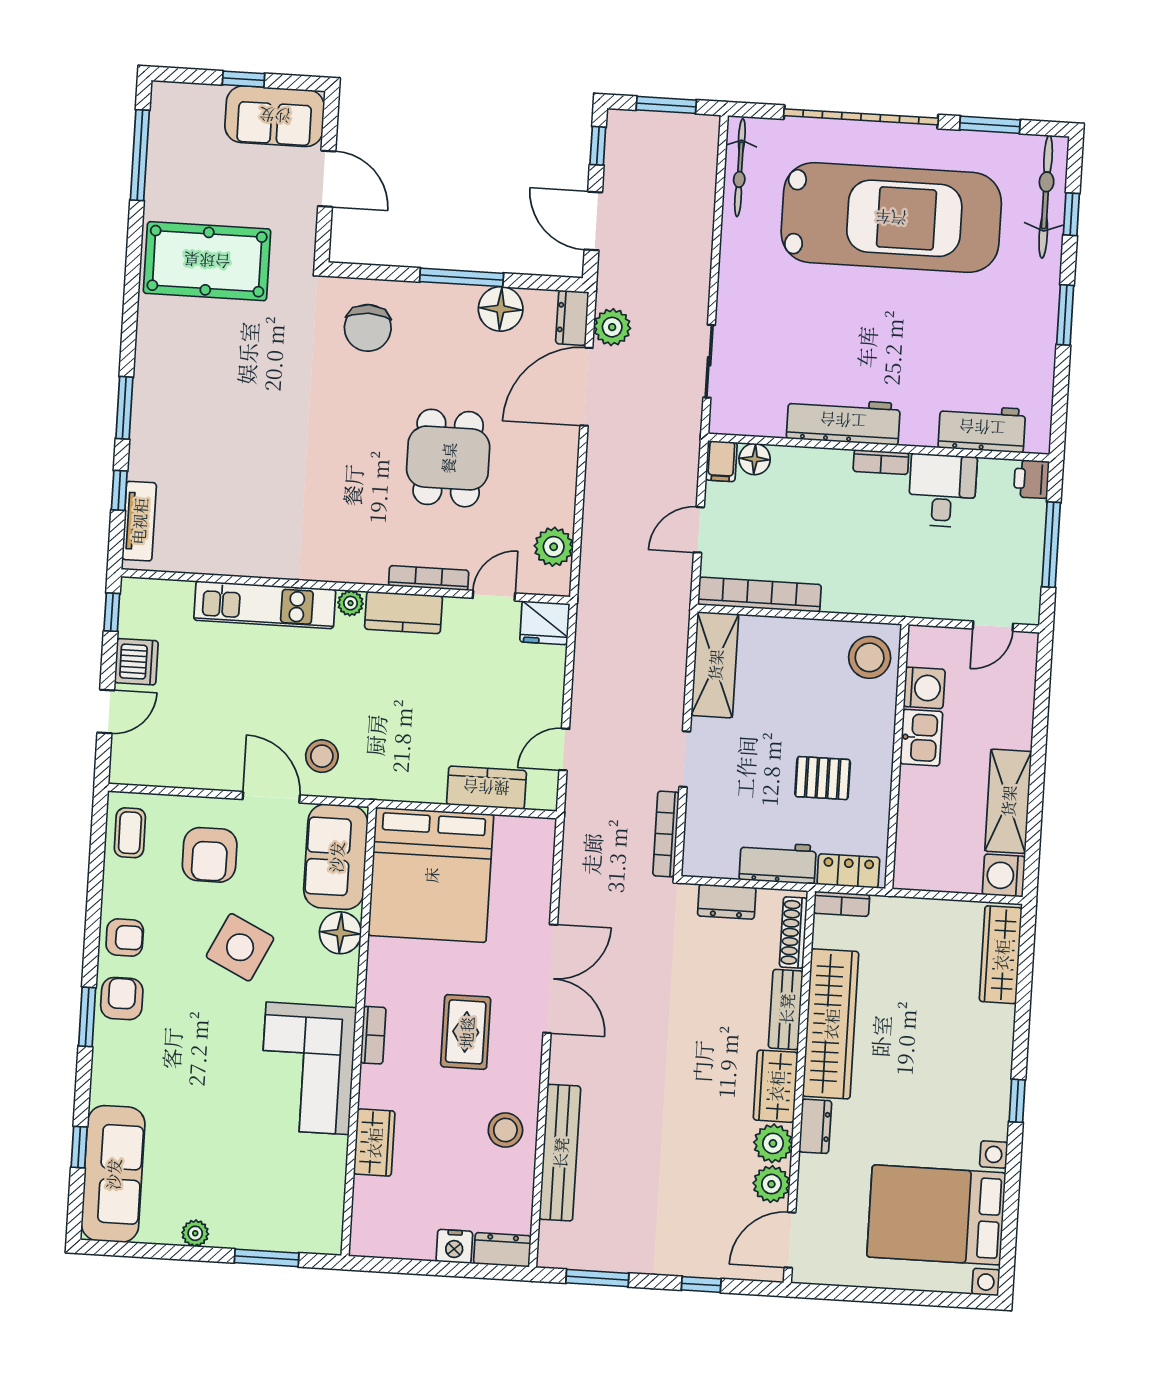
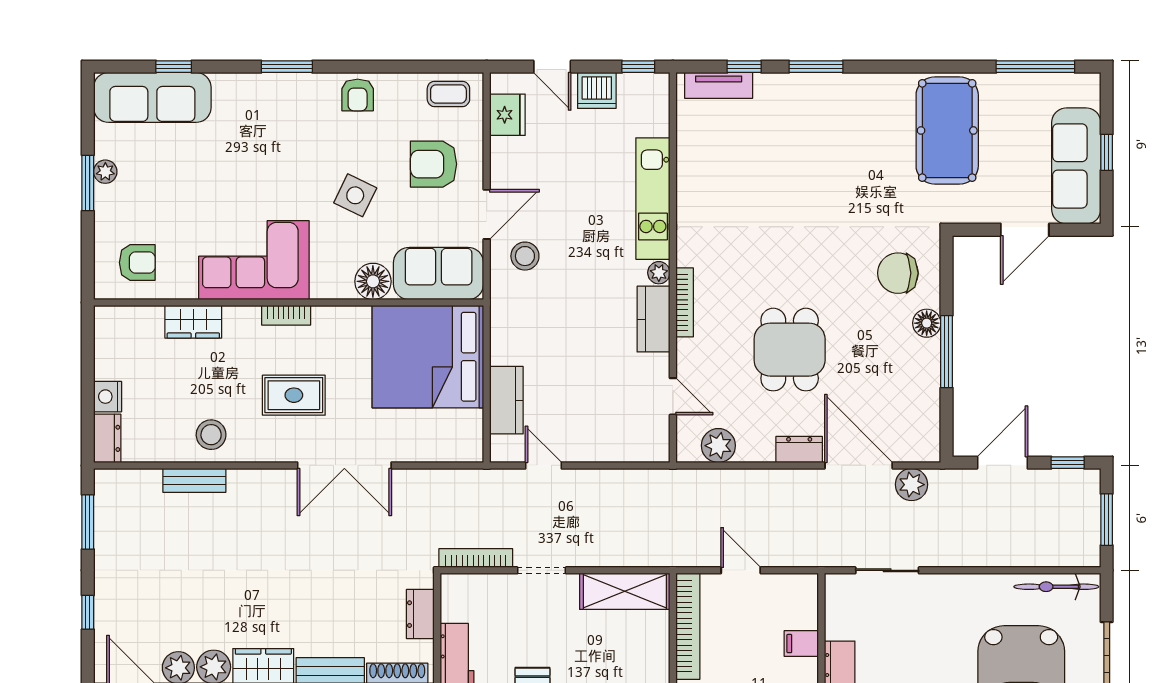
sofa: (275, 116) -> (1076, 166), width x1.36
floor lamp: (501, 309) -> (927, 323), moved, width x0.73, depth x0.73
dresser: (572, 318) -> (799, 449), moved
dining table: (448, 458) -> (790, 350), turned 90
floor lamp: (755, 459) -> (805, 615), removed
filing cabinet: (721, 461) -> (801, 644), moved
bookcase: (429, 578) -> (685, 302), moved
fridge: (545, 623) -> (507, 115), moved, turned 180
side table: (240, 947) -> (355, 195), width x0.73, depth x0.73
armchair: (122, 999) -> (137, 263), moved
bench: (560, 1153) -> (194, 480), width x0.54, depth x0.82
window: (267, 1258) -> (88, 183), moved

